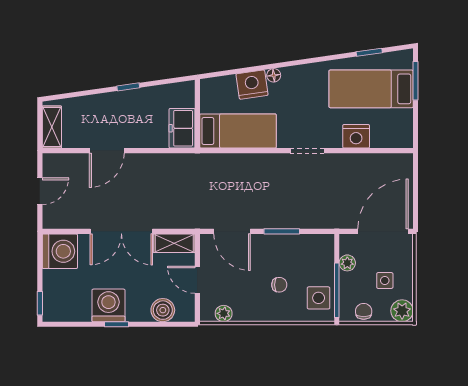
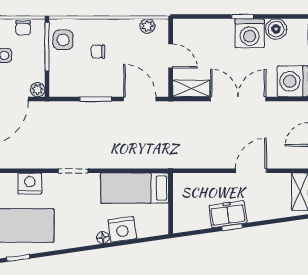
freezer: (182, 128) -> (228, 214), moved, turned -98
plant: (347, 263) -> (38, 90), moved
boiler: (163, 310) -> (276, 29), moved

